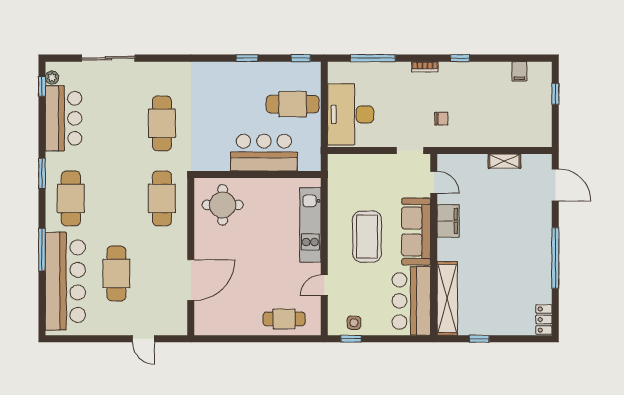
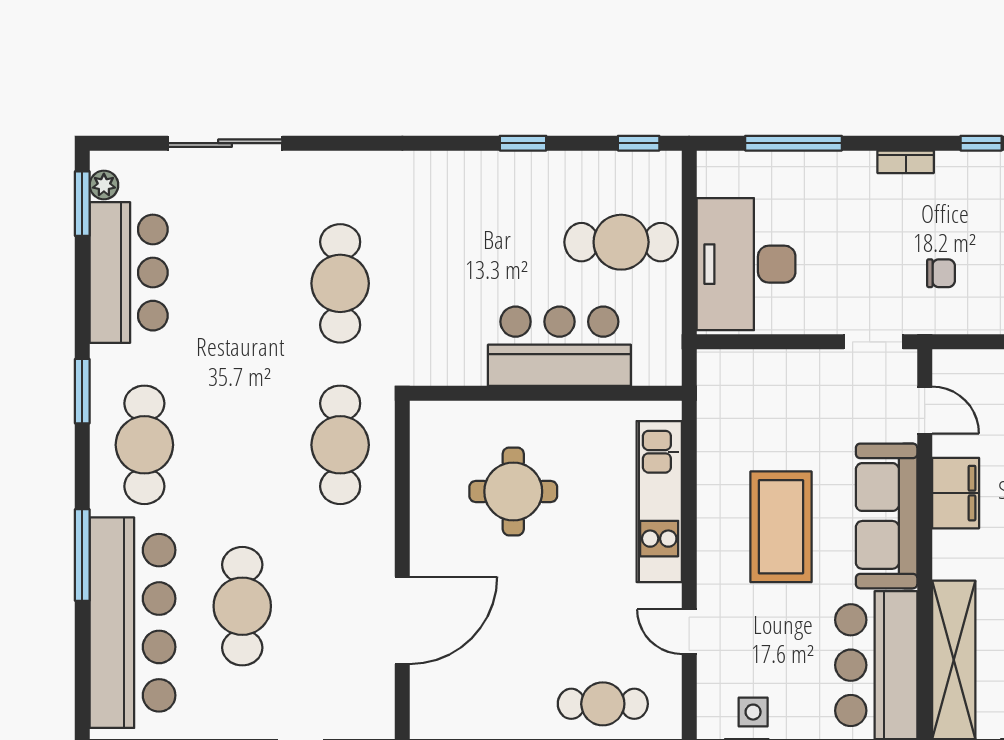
window: (42, 86) -> (82, 204), width x1.50
round table: (223, 205) -> (513, 491), moved
door: (324, 285) -> (689, 632), hinge flipped

